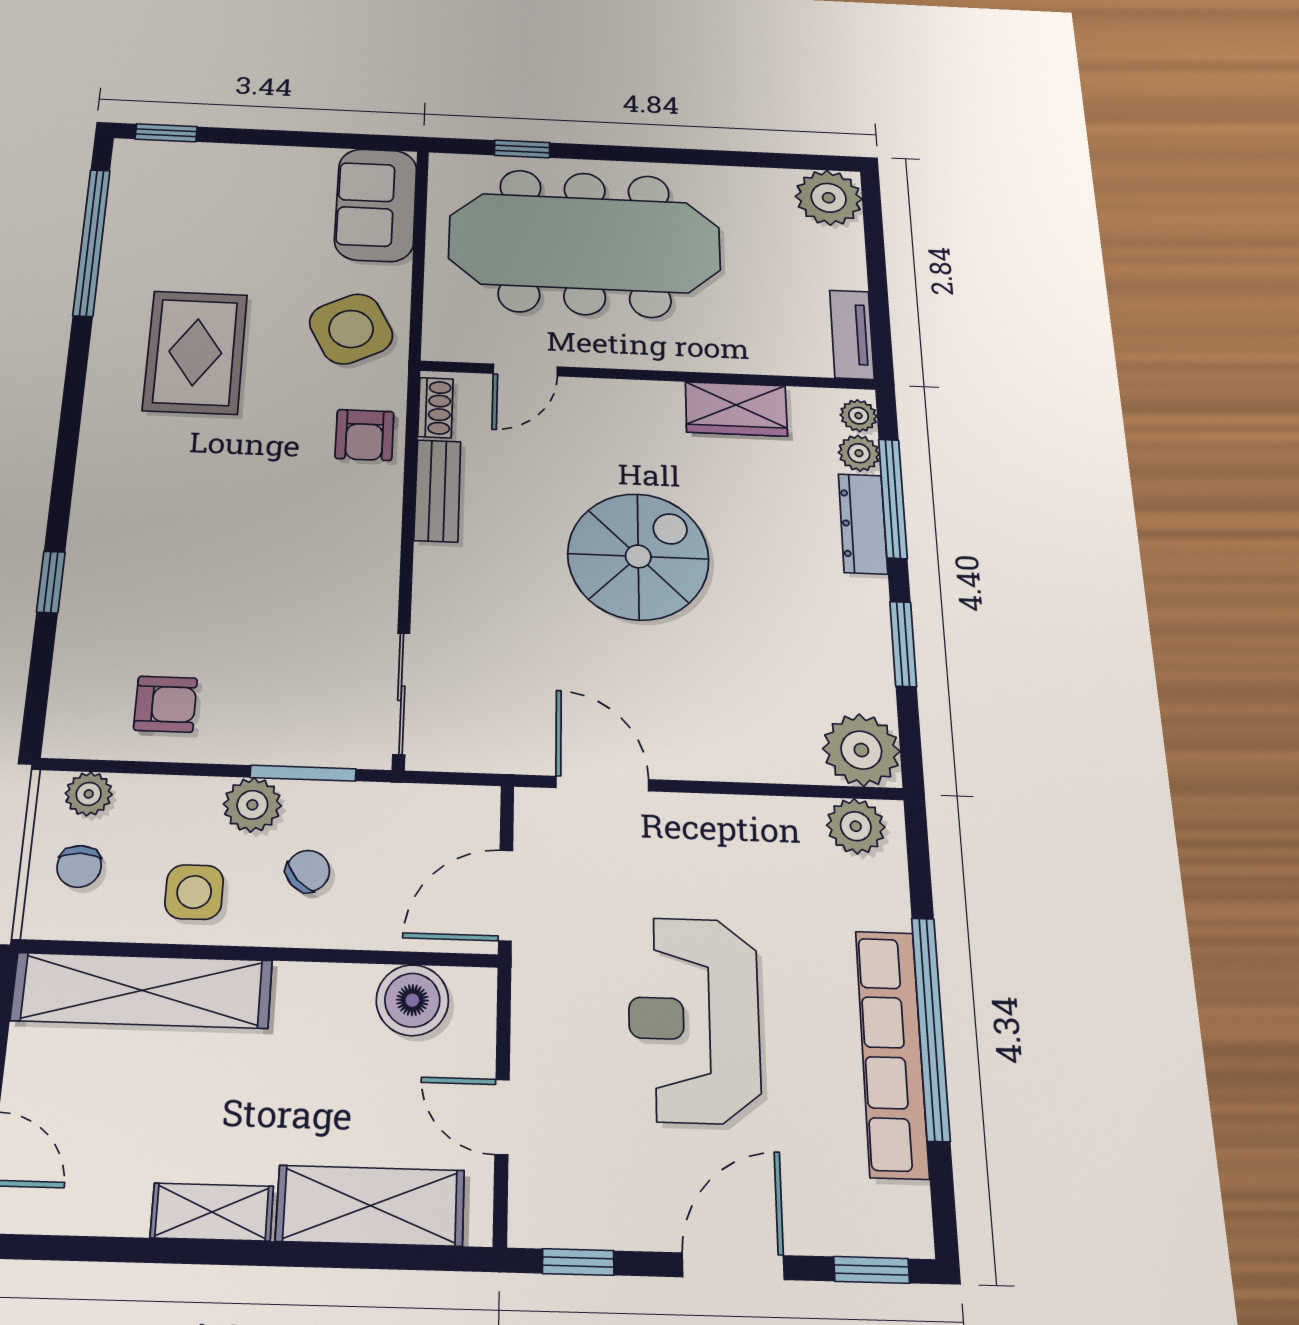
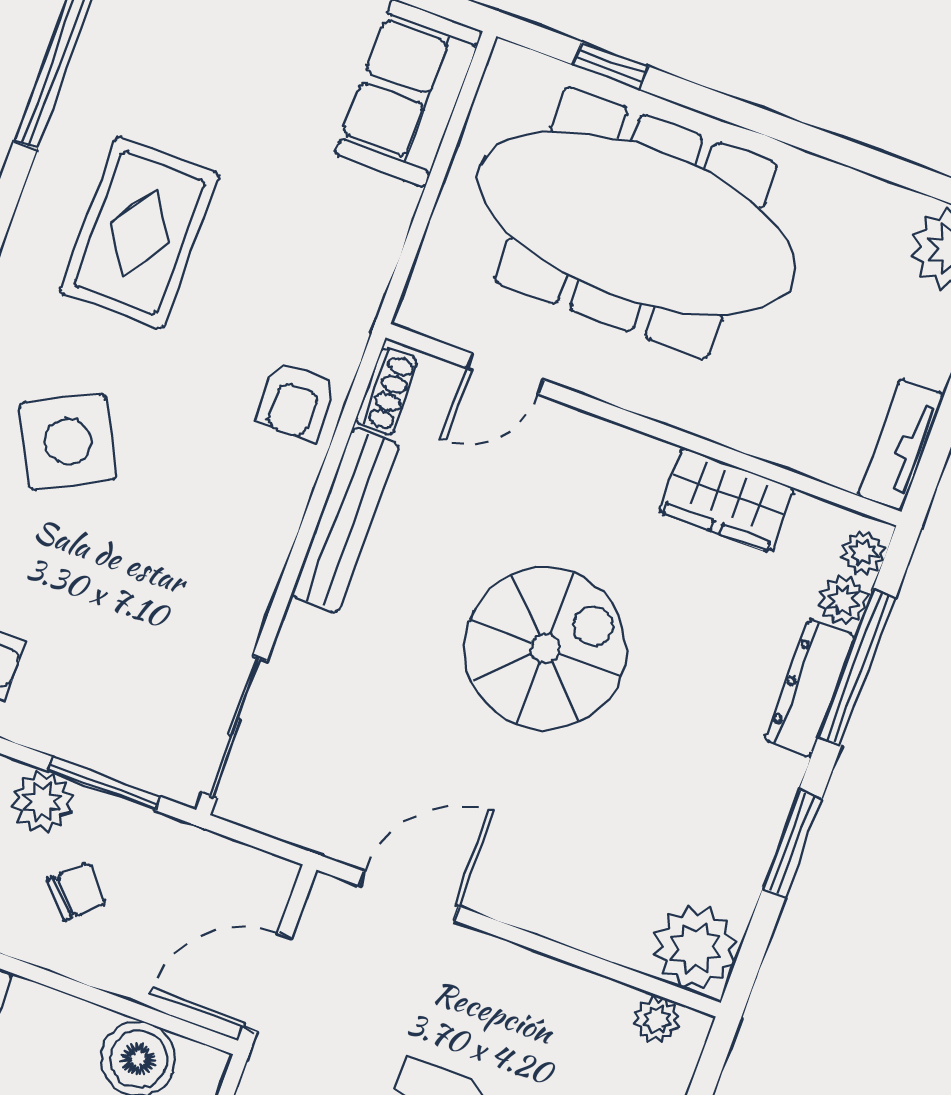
side table: (351, 329) -> (68, 441), moved
bench: (437, 491) -> (345, 520), width x1.36
door: (602, 784) -> (409, 896), hinge flipped
plant: (856, 826) -> (657, 1019), width x0.73, depth x0.73

